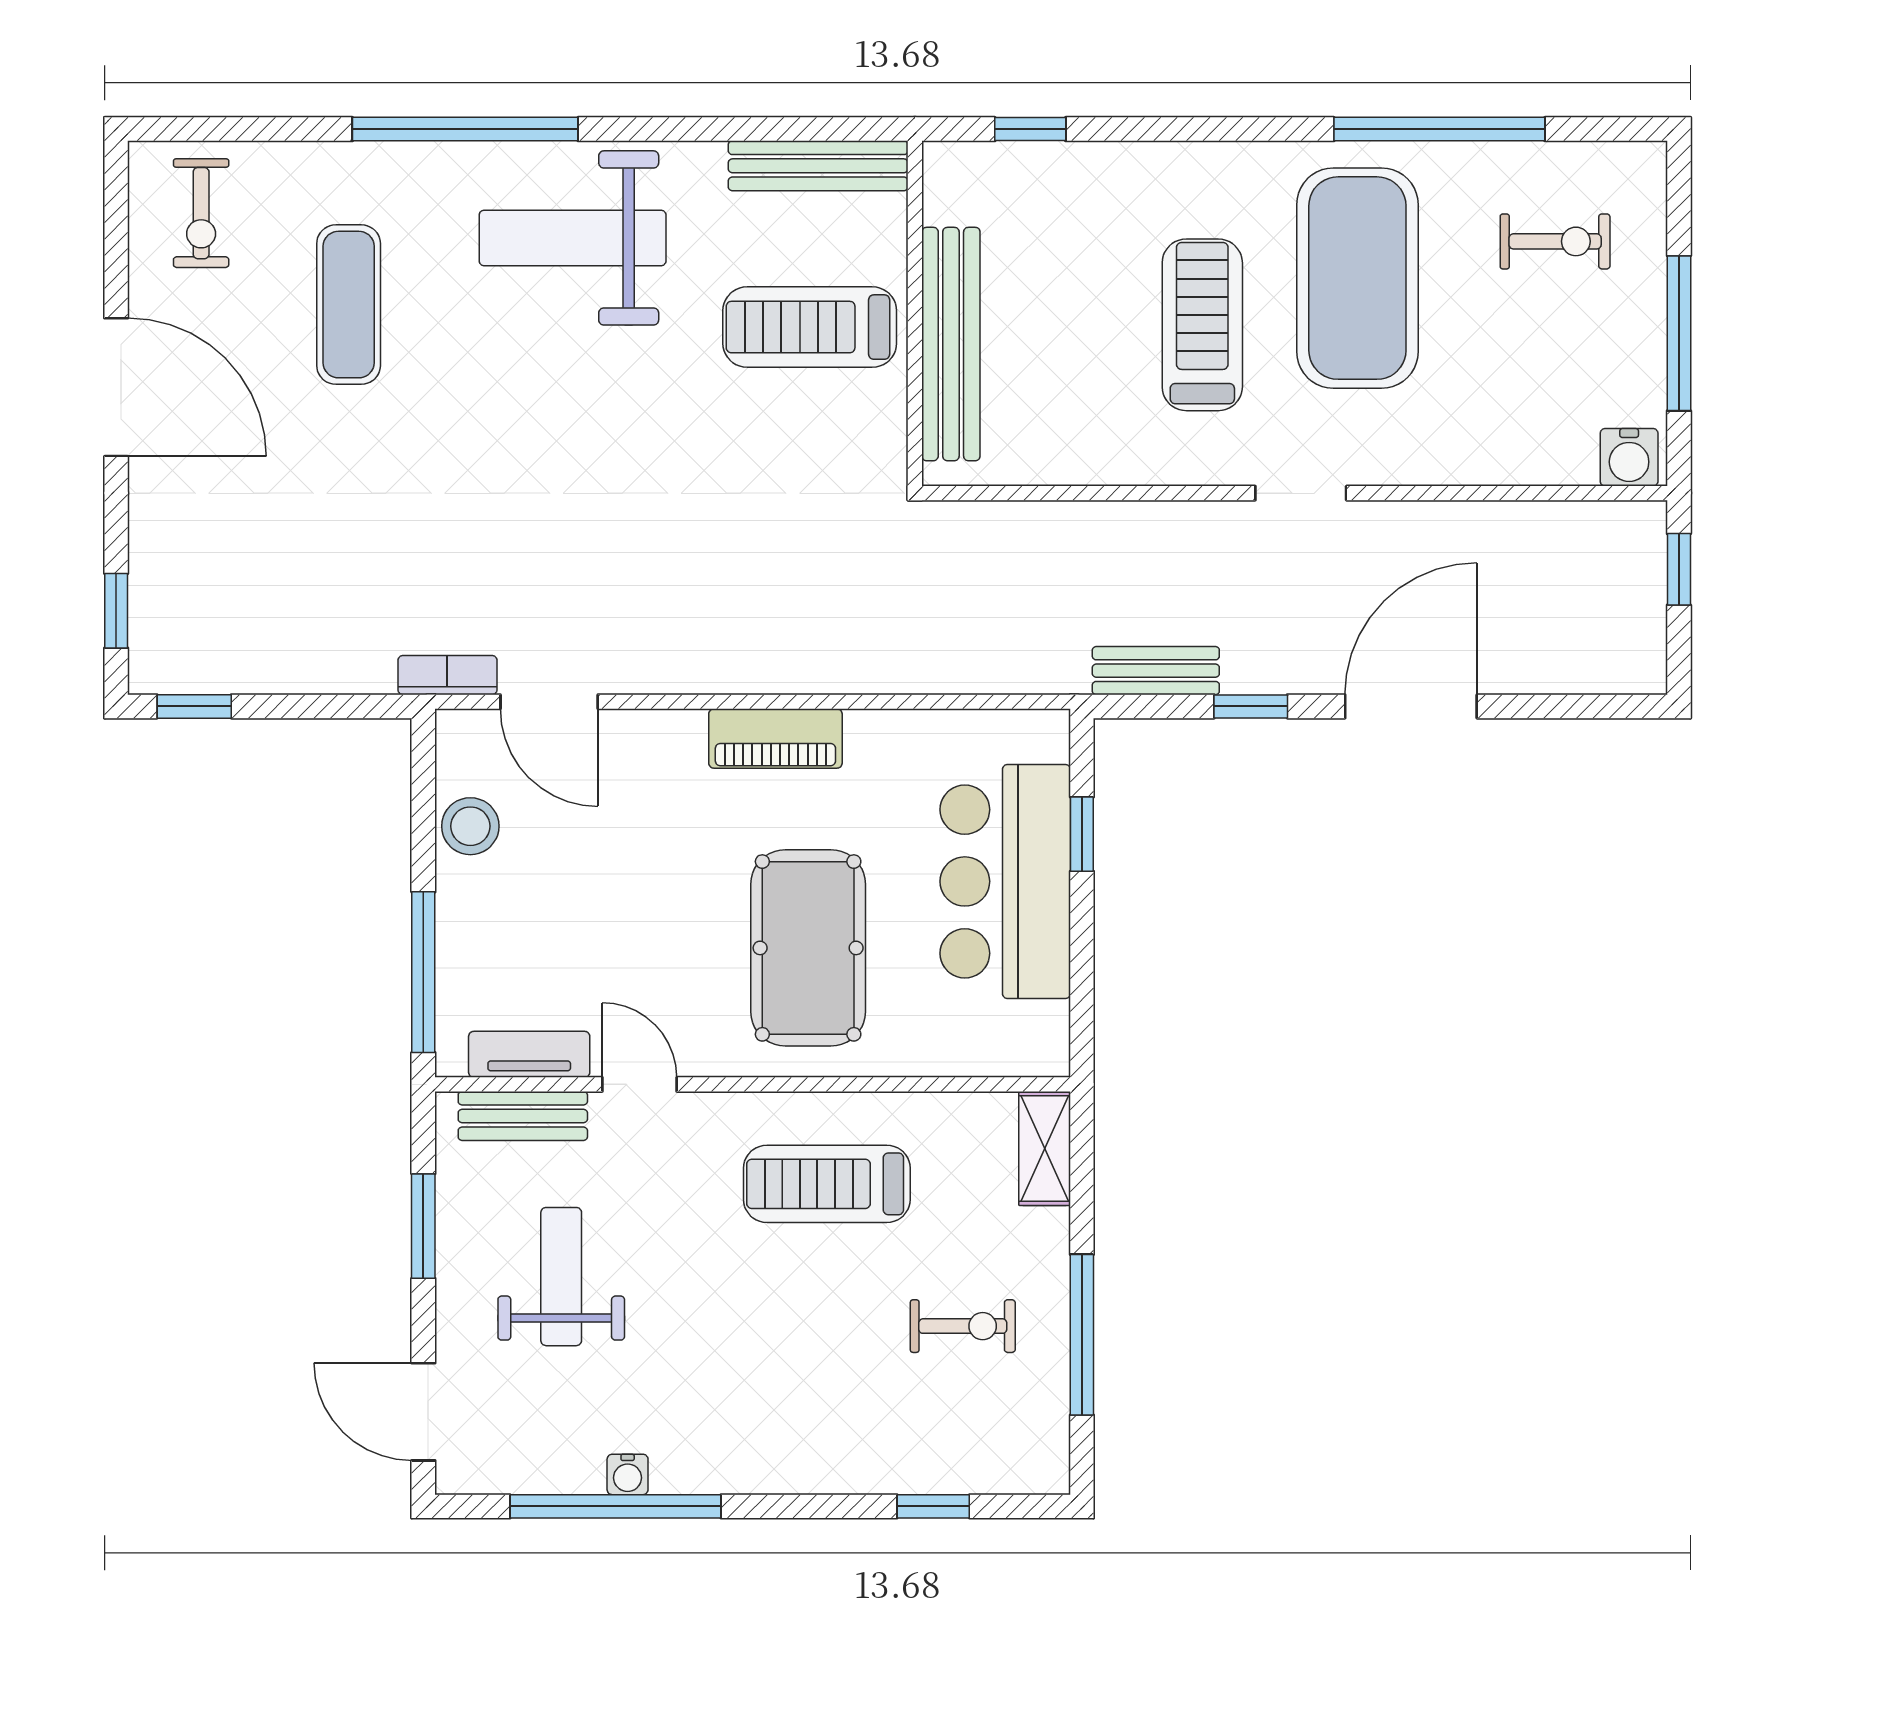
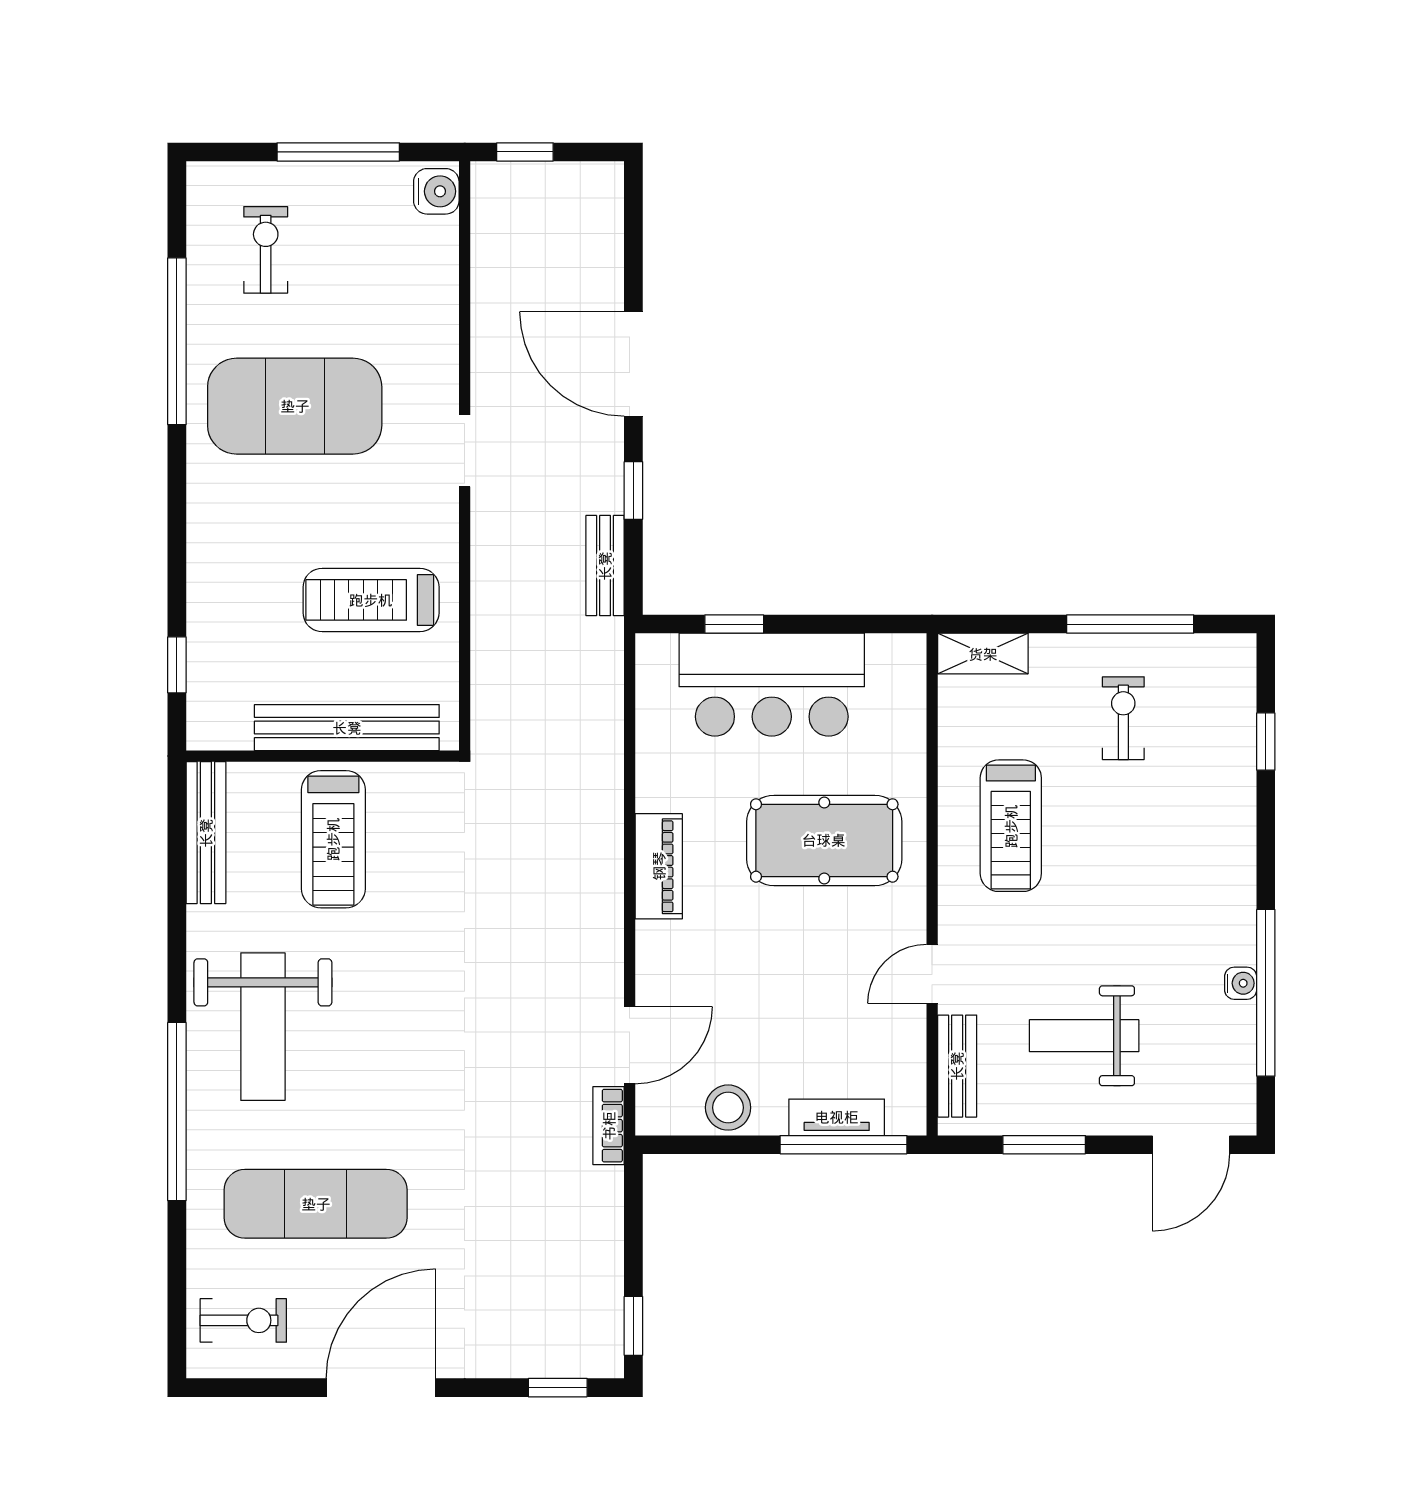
exercise mat: (349, 305) -> (316, 1204), width x1.36, depth x1.45
treadmill: (1202, 325) -> (371, 600), moved
tv unit: (529, 1054) -> (837, 1117), moved, turned 90

